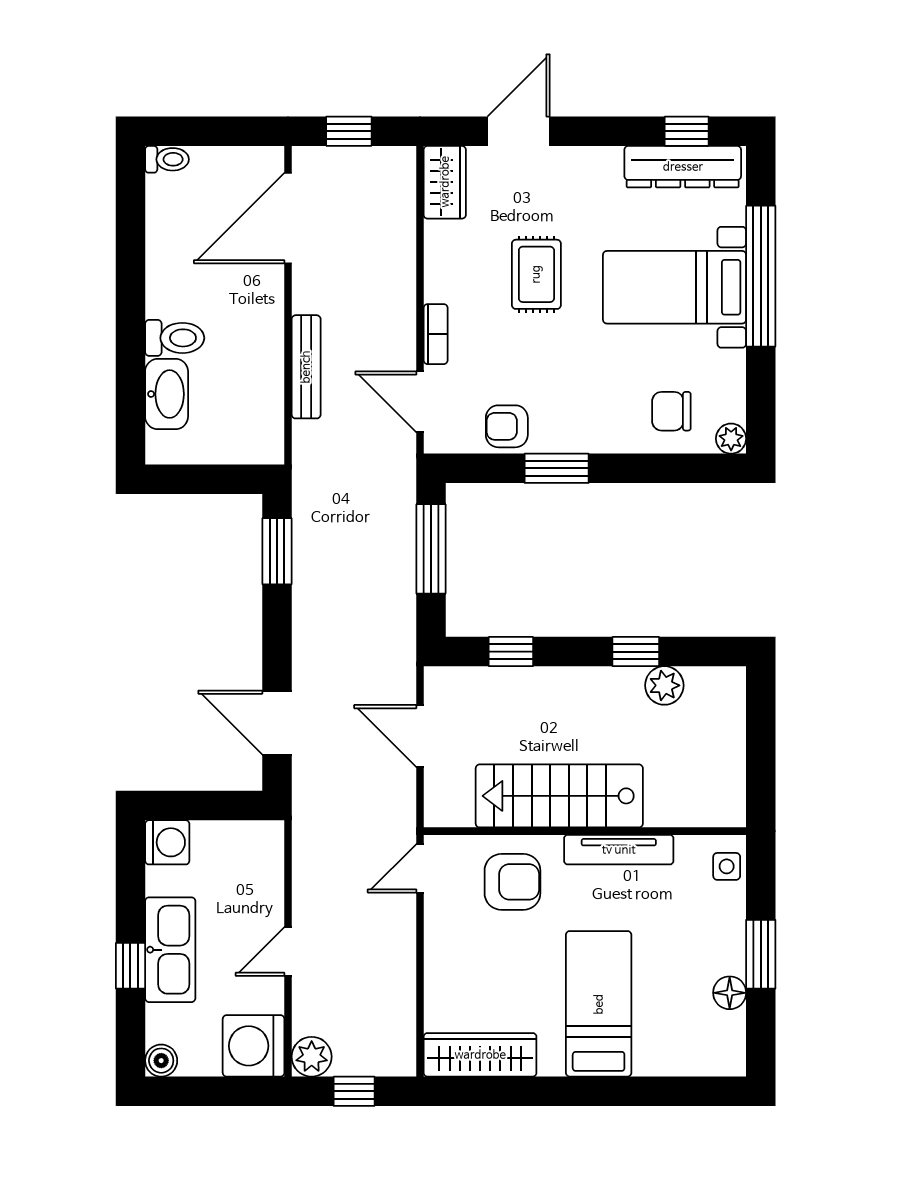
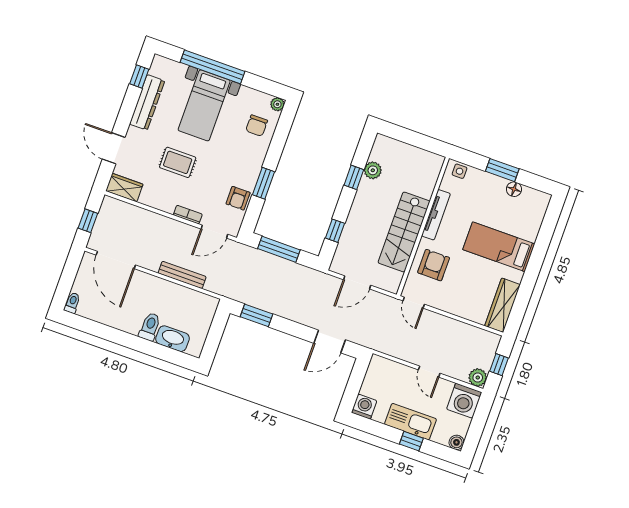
dresser: (683, 167) -> (147, 102), moved

